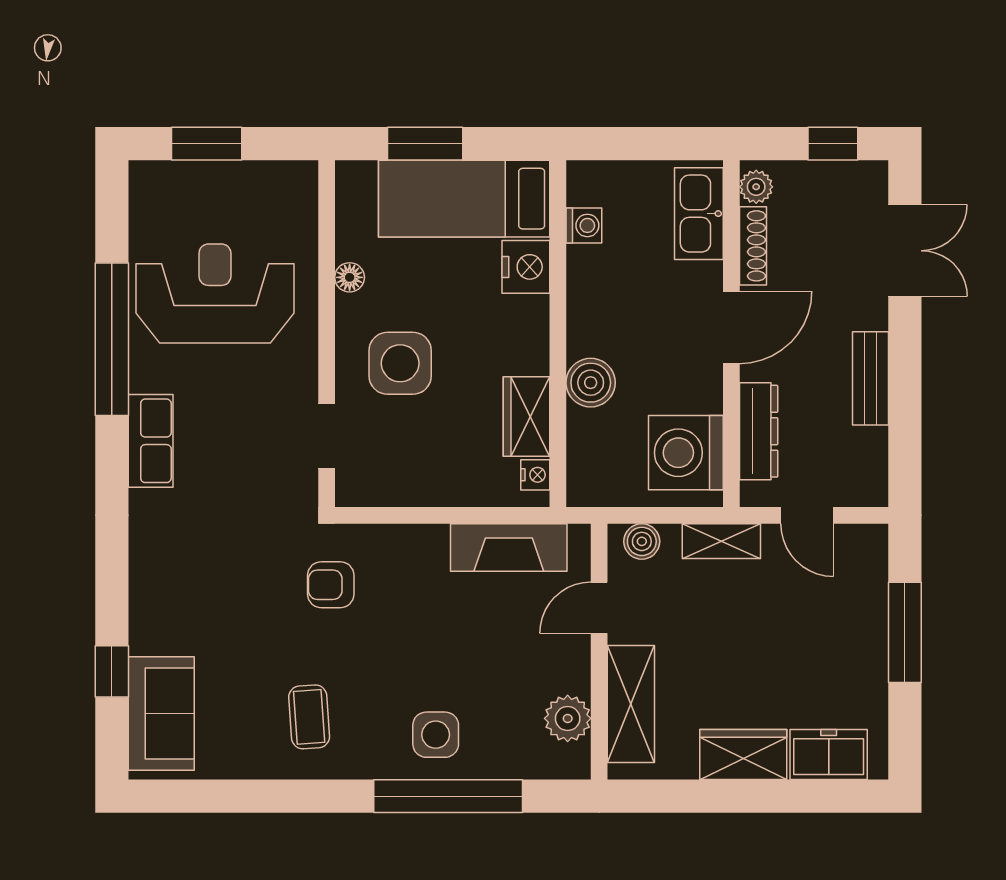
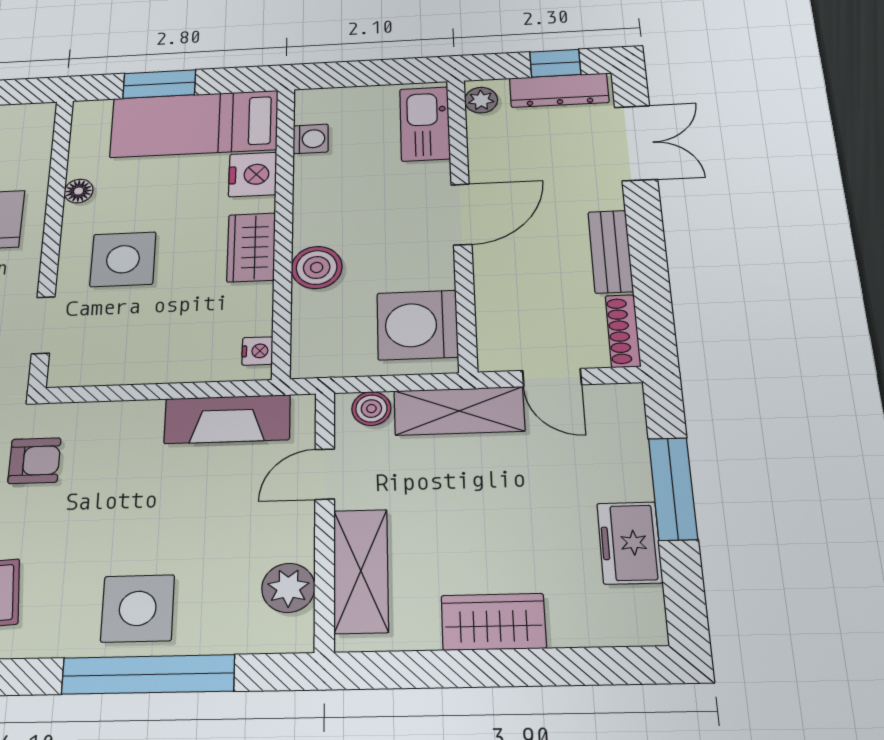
shoe rack: (753, 246) -> (623, 331), moved, turned 180
wardrobe: (526, 416) -> (251, 247), moved
dresser: (759, 431) -> (559, 90), moved, turned 90
shelving: (721, 541) -> (459, 411), width x1.50, depth x1.33
armchair: (331, 585) -> (34, 461), turned 180
side table: (436, 735) -> (138, 608), width x1.37, depth x1.37
freezer: (829, 755) -> (630, 543), moved, turned -90

